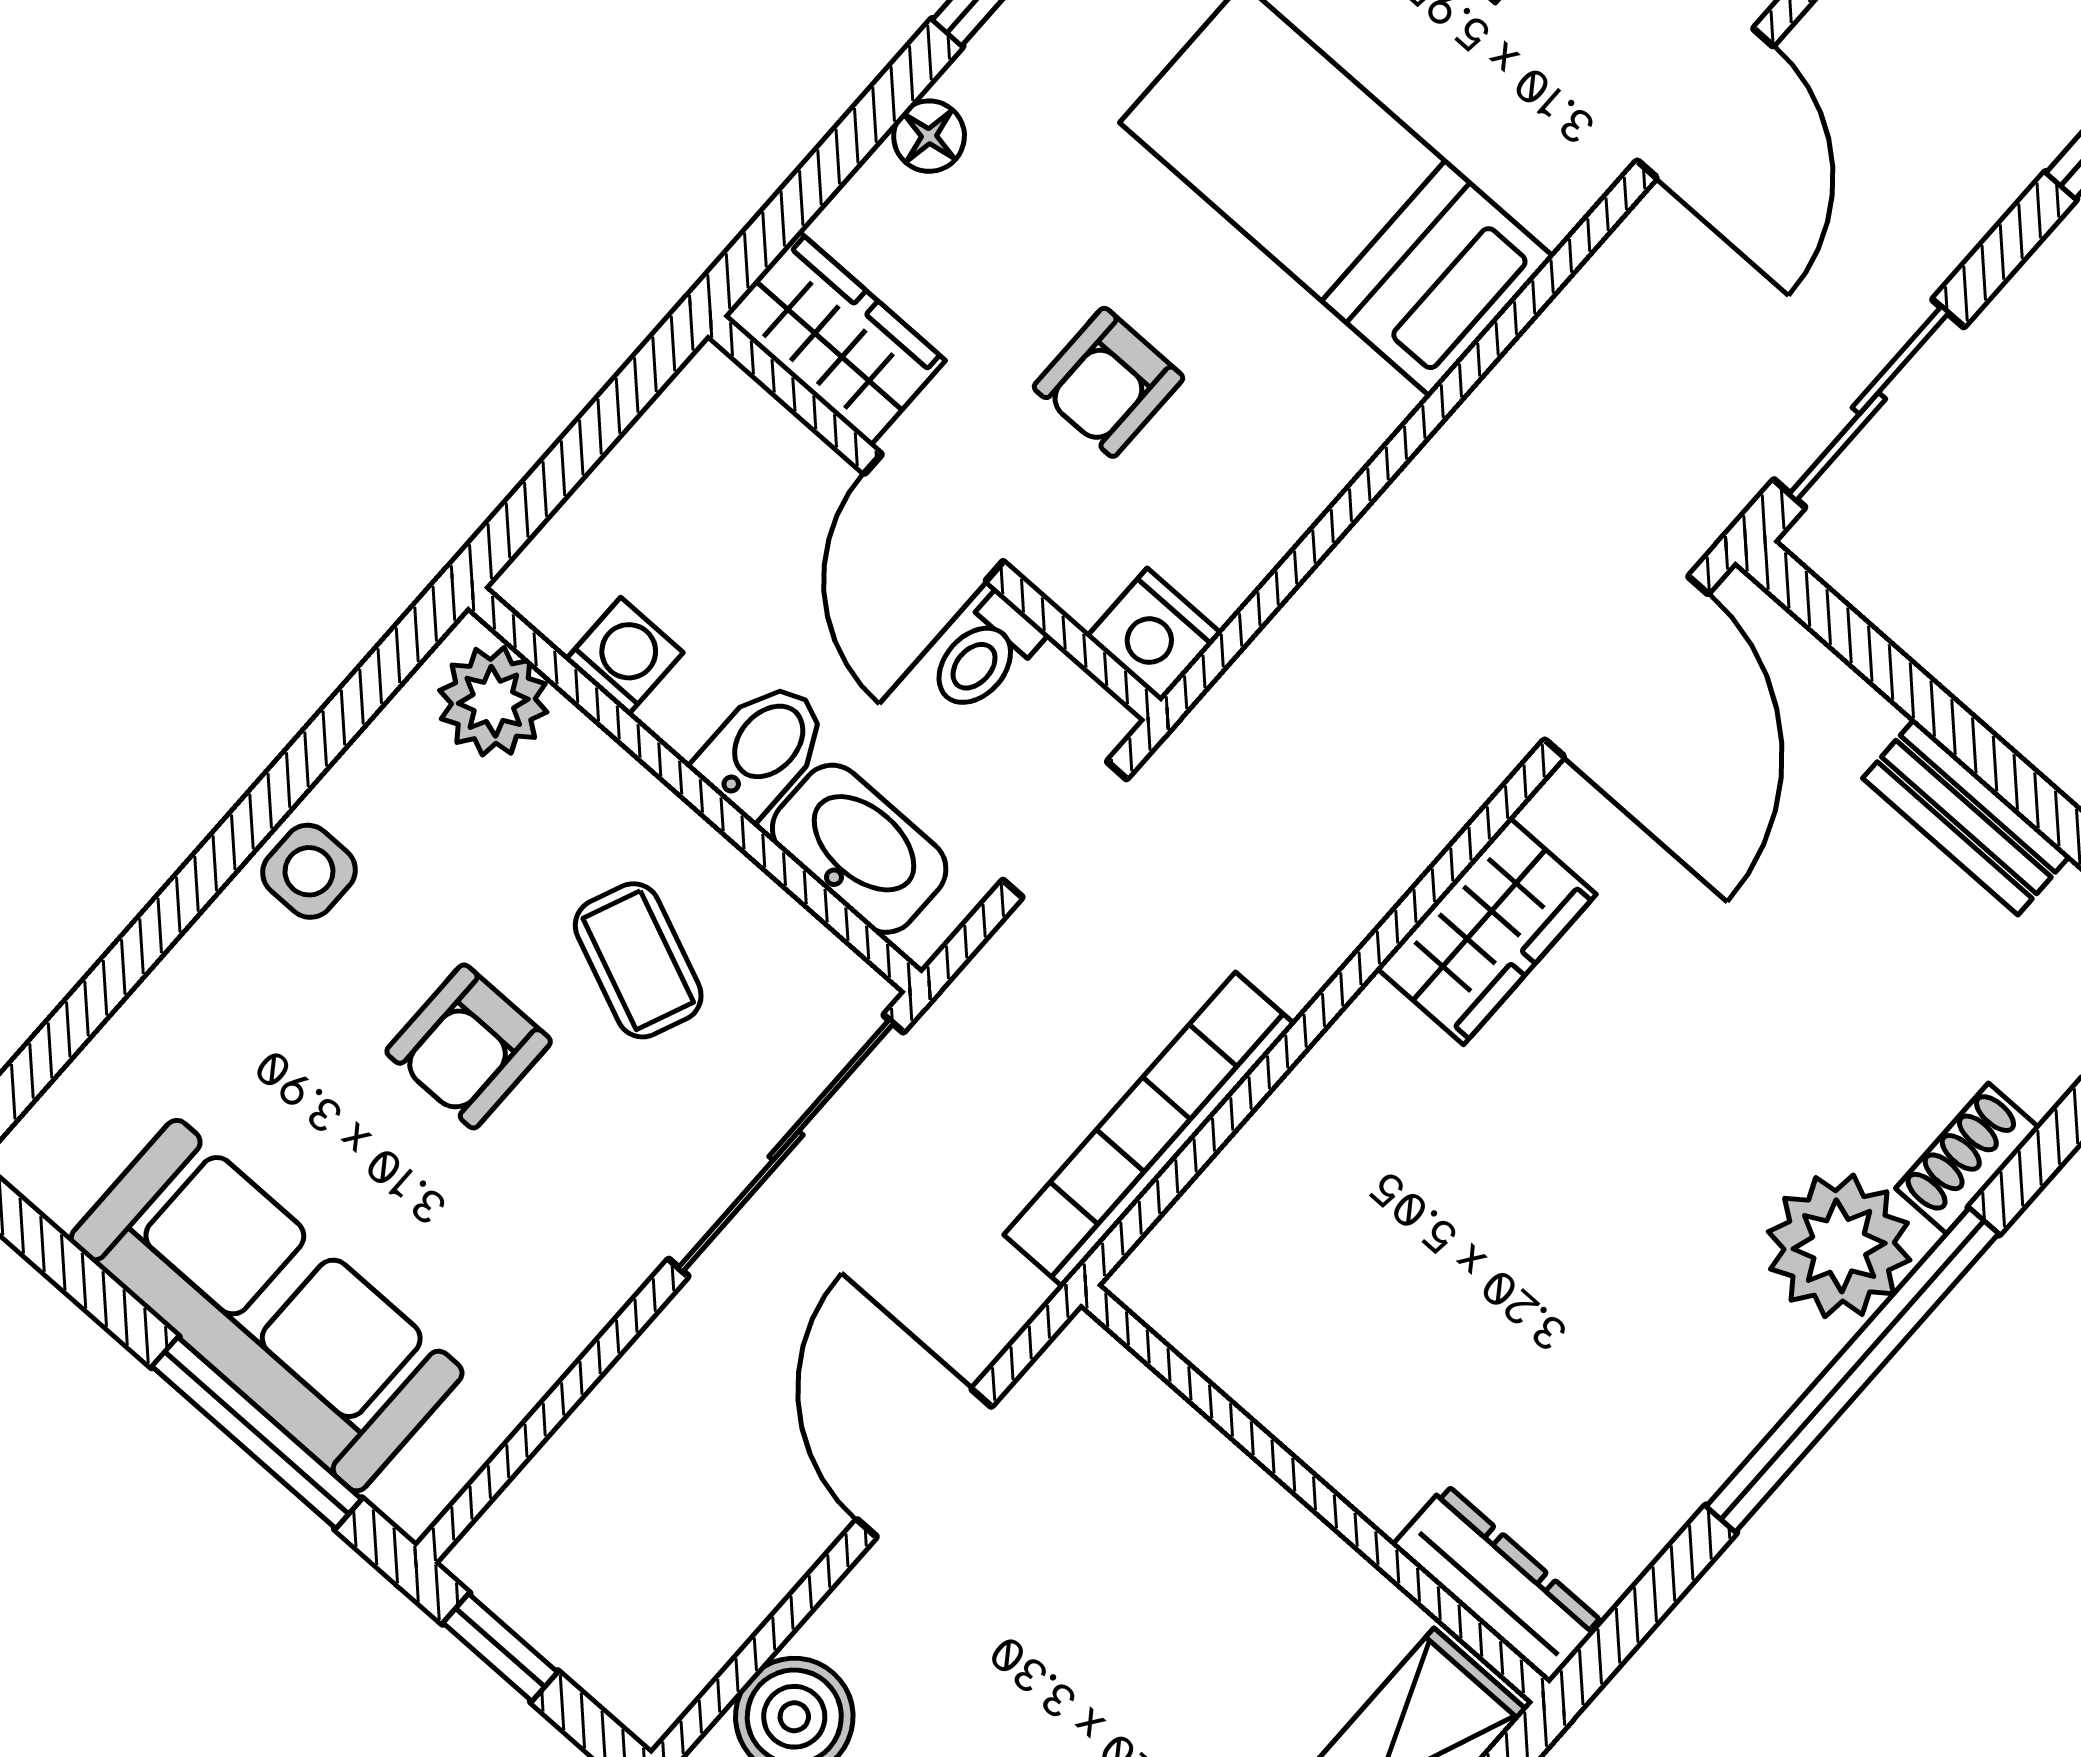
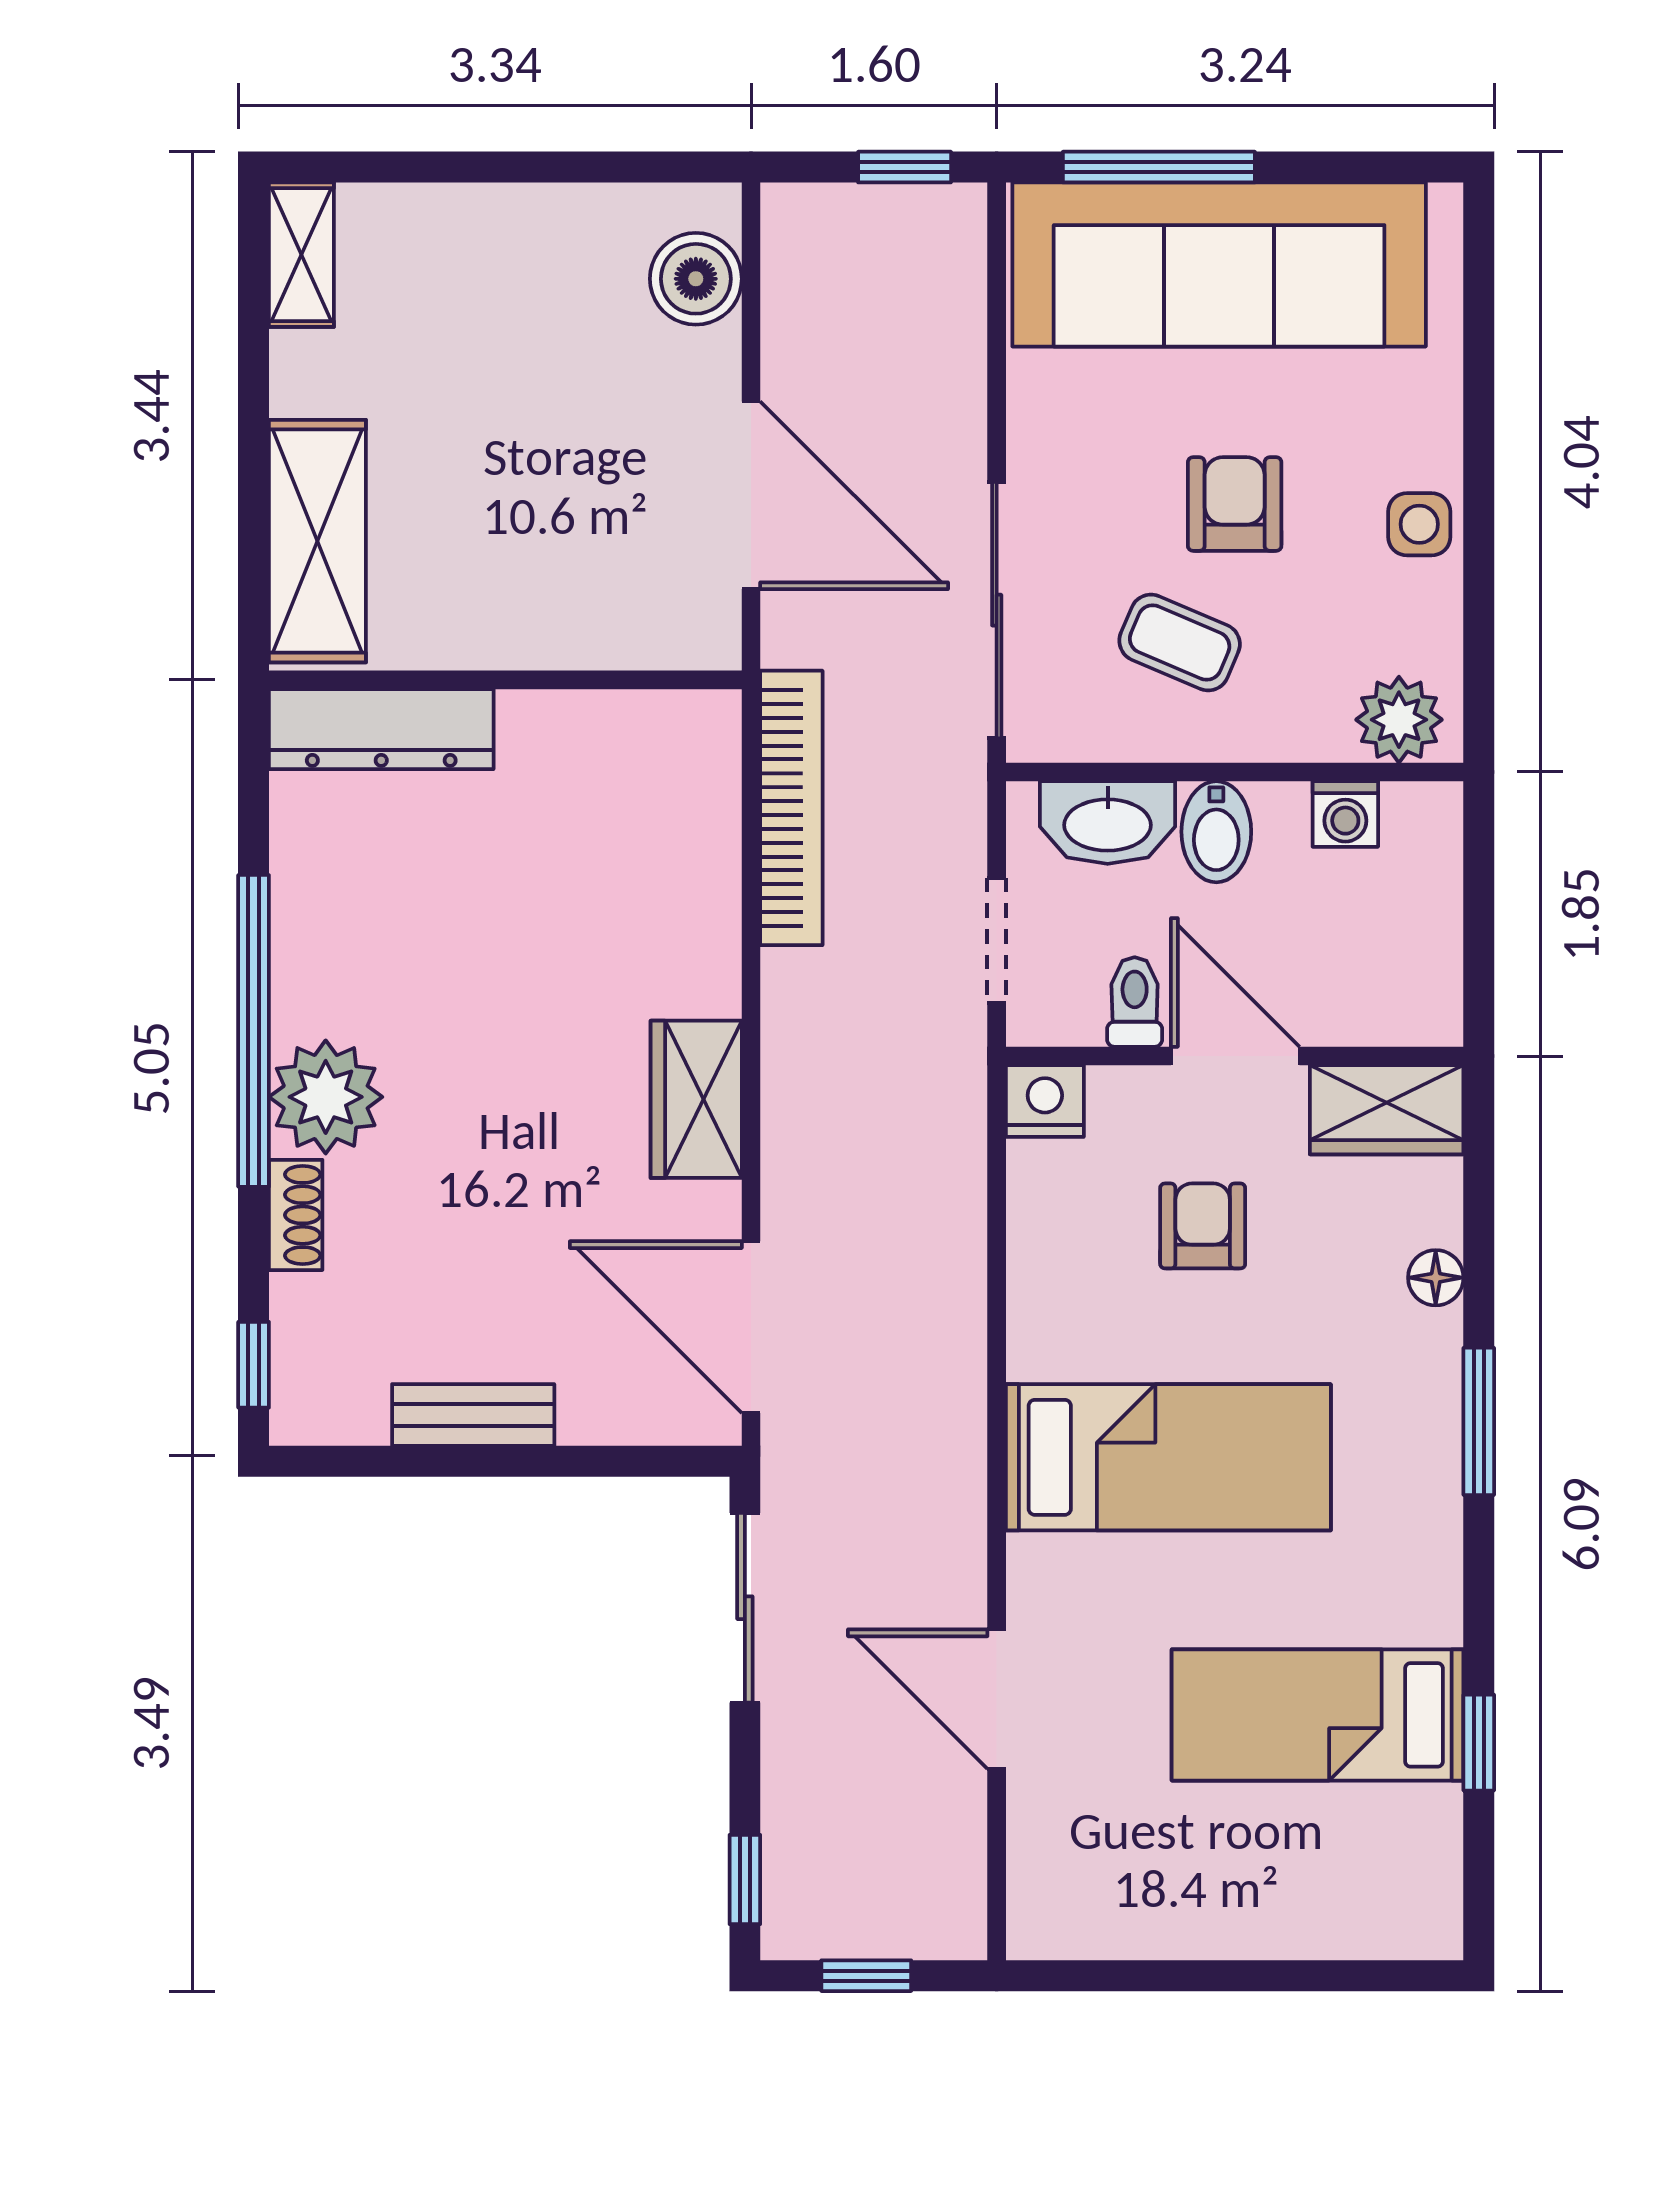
sofa: (267, 1306) -> (1219, 264), width x1.36, depth x1.27
door: (924, 1463) -> (751, 495), width x1.36
dresser: (1498, 1584) -> (381, 729), width x1.37, depth x1.24

